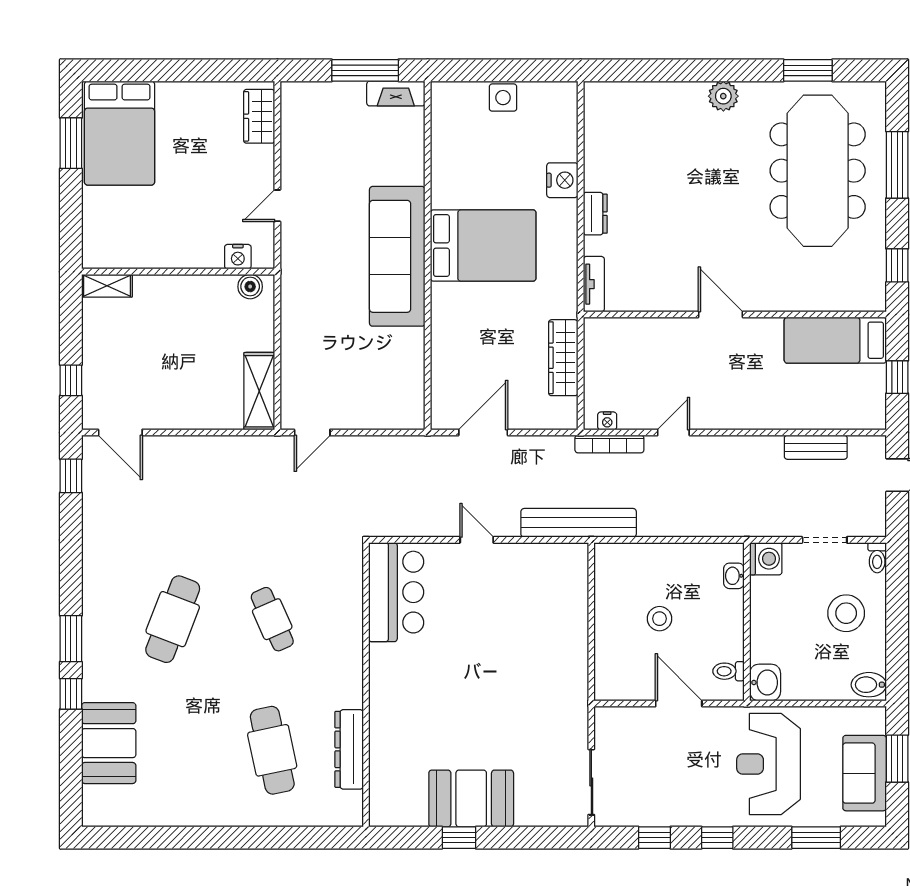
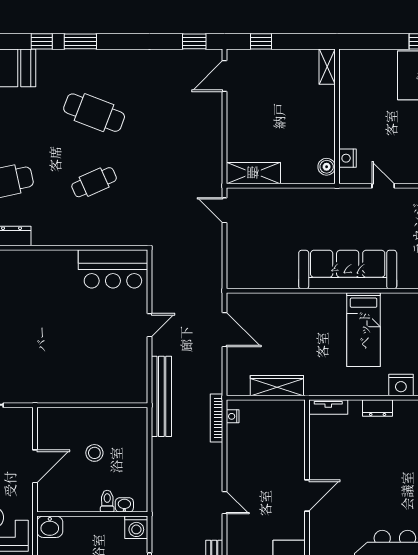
bed: (483, 246) -> (364, 330), width x0.67
door: (673, 433) -> (225, 503), moved
toilet: (729, 671) -> (107, 501), moved

